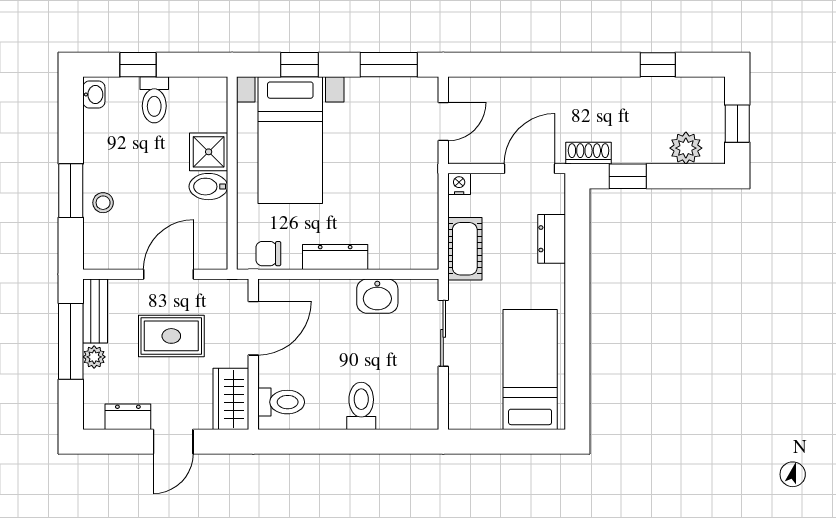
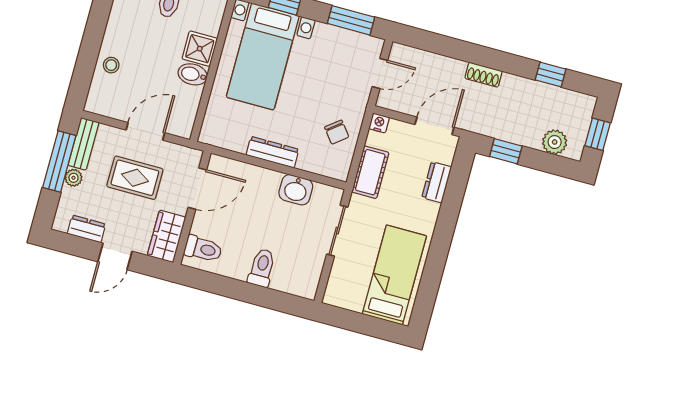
shoe rack: (589, 153) -> (484, 75), moved, turned 180
window: (71, 191) -> (90, 50), removed
chair: (268, 254) -> (337, 132), moved, turned -128

